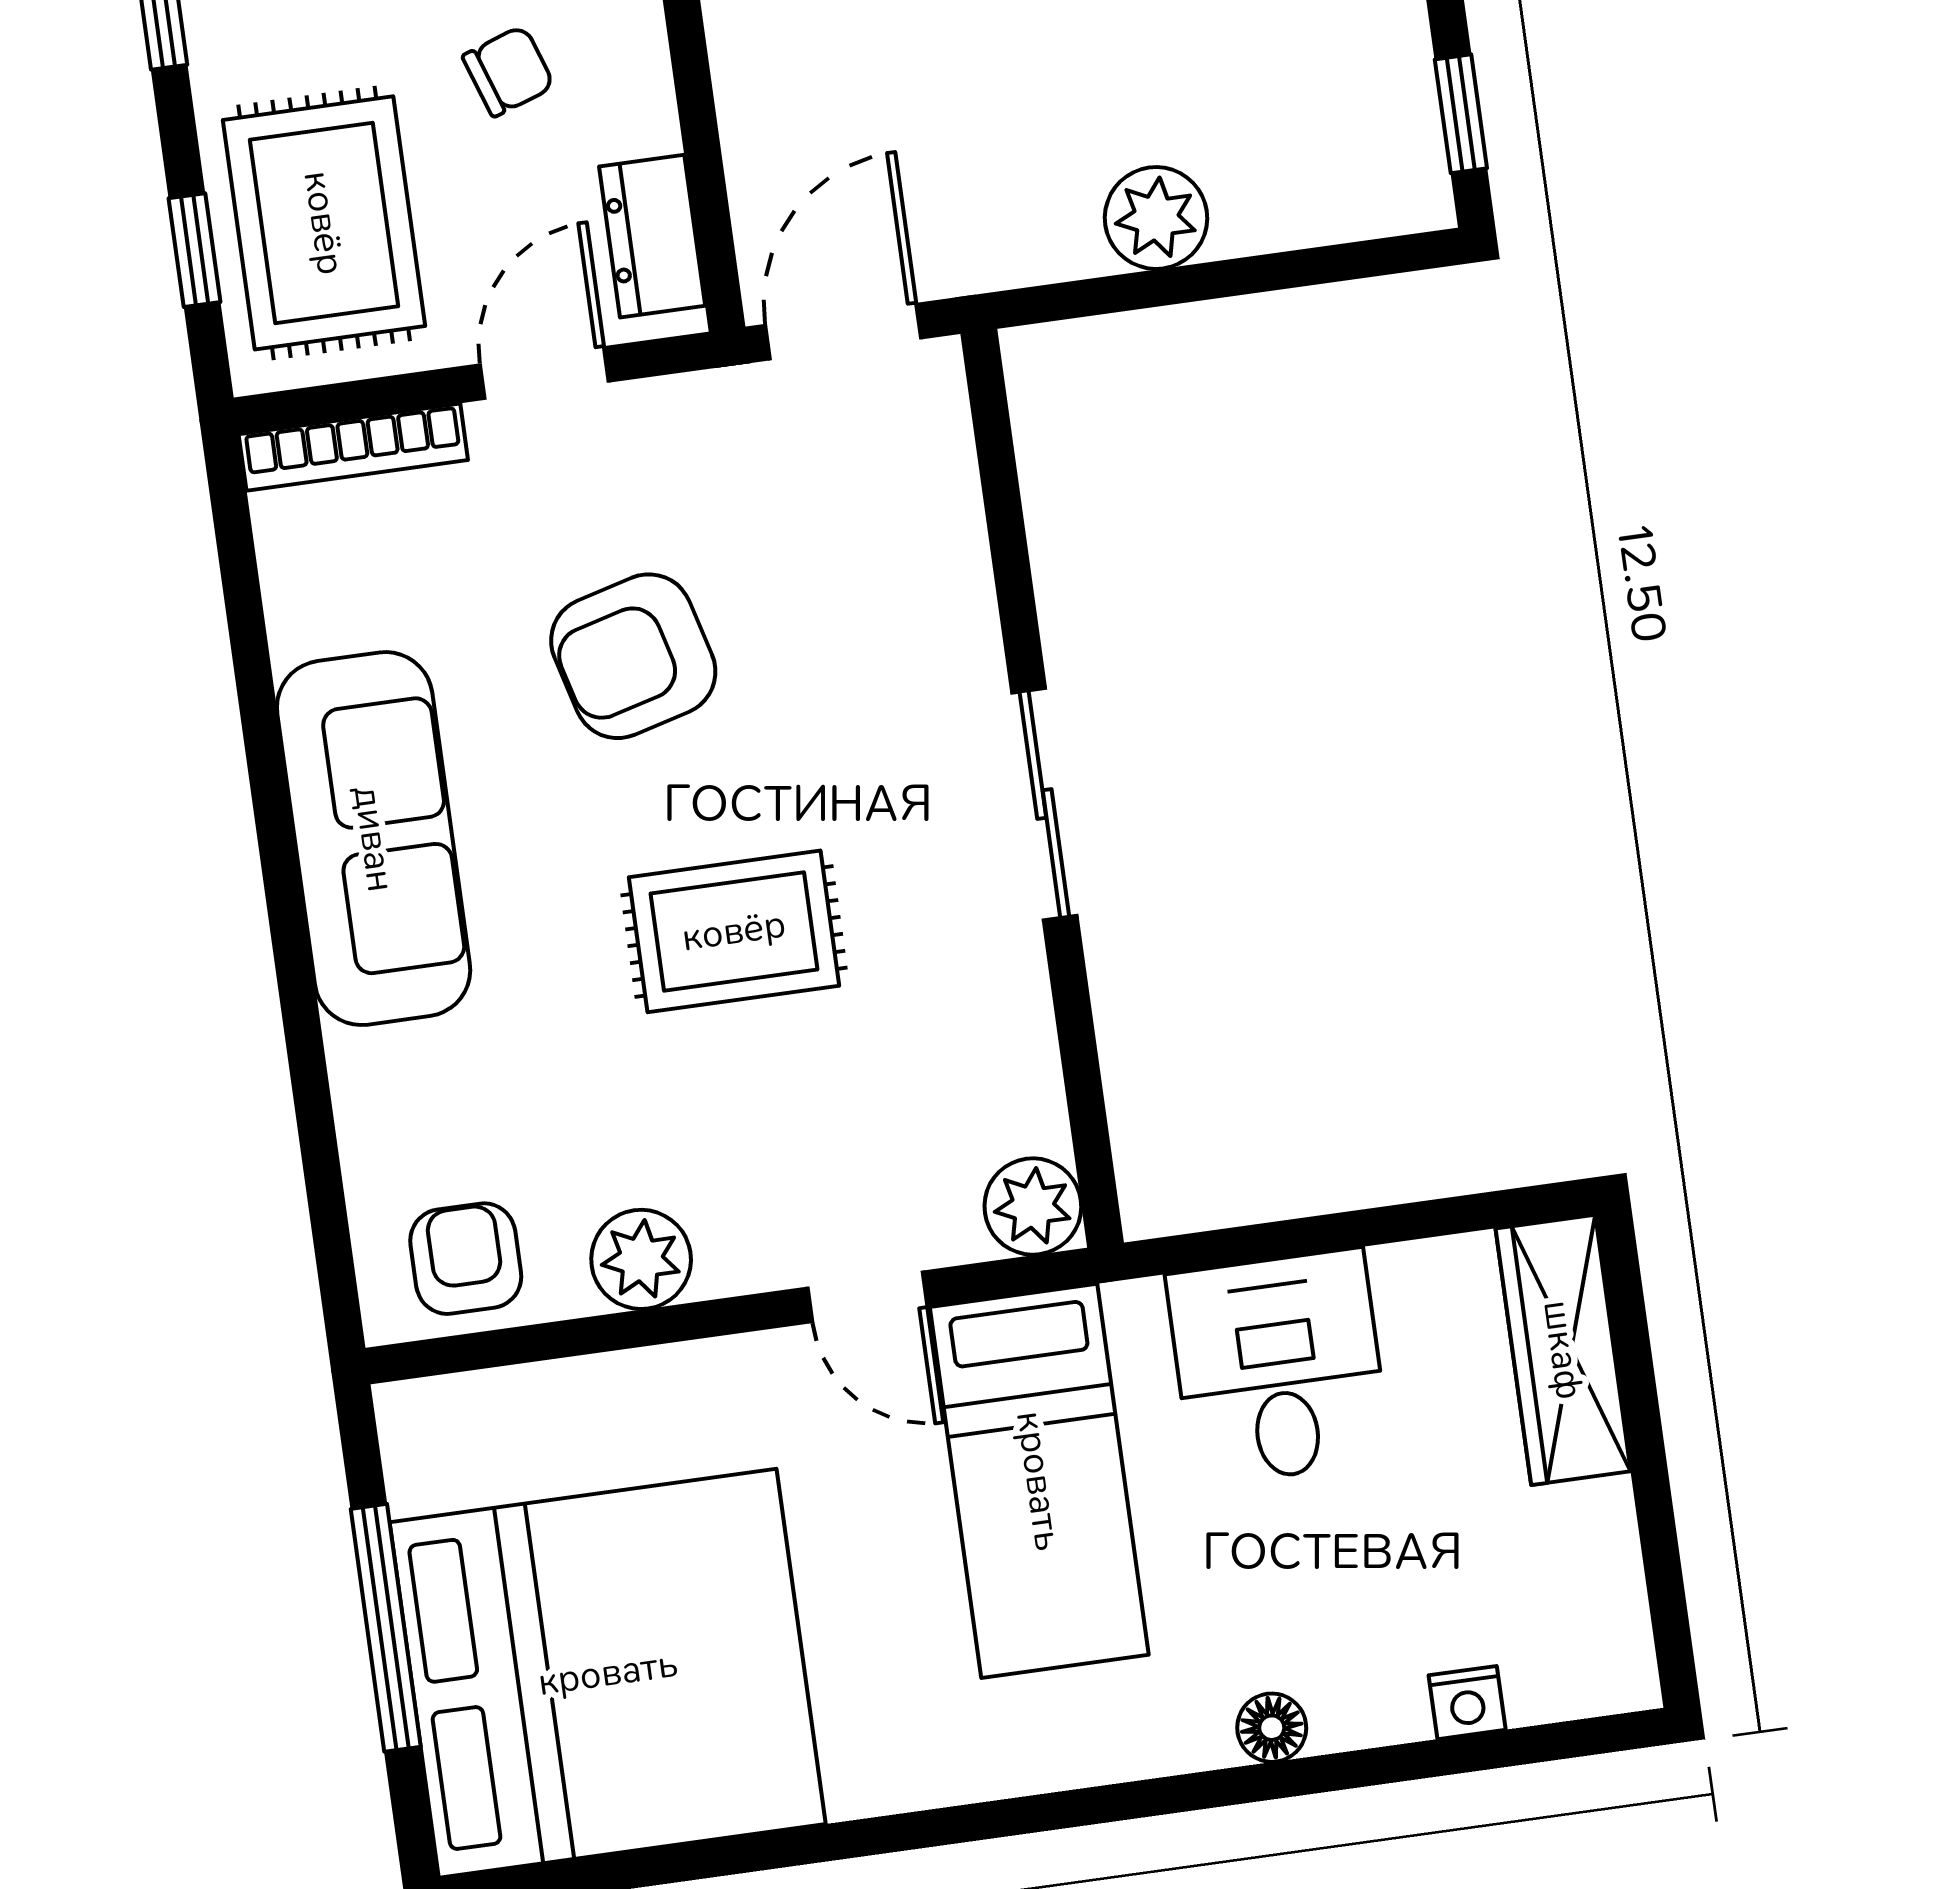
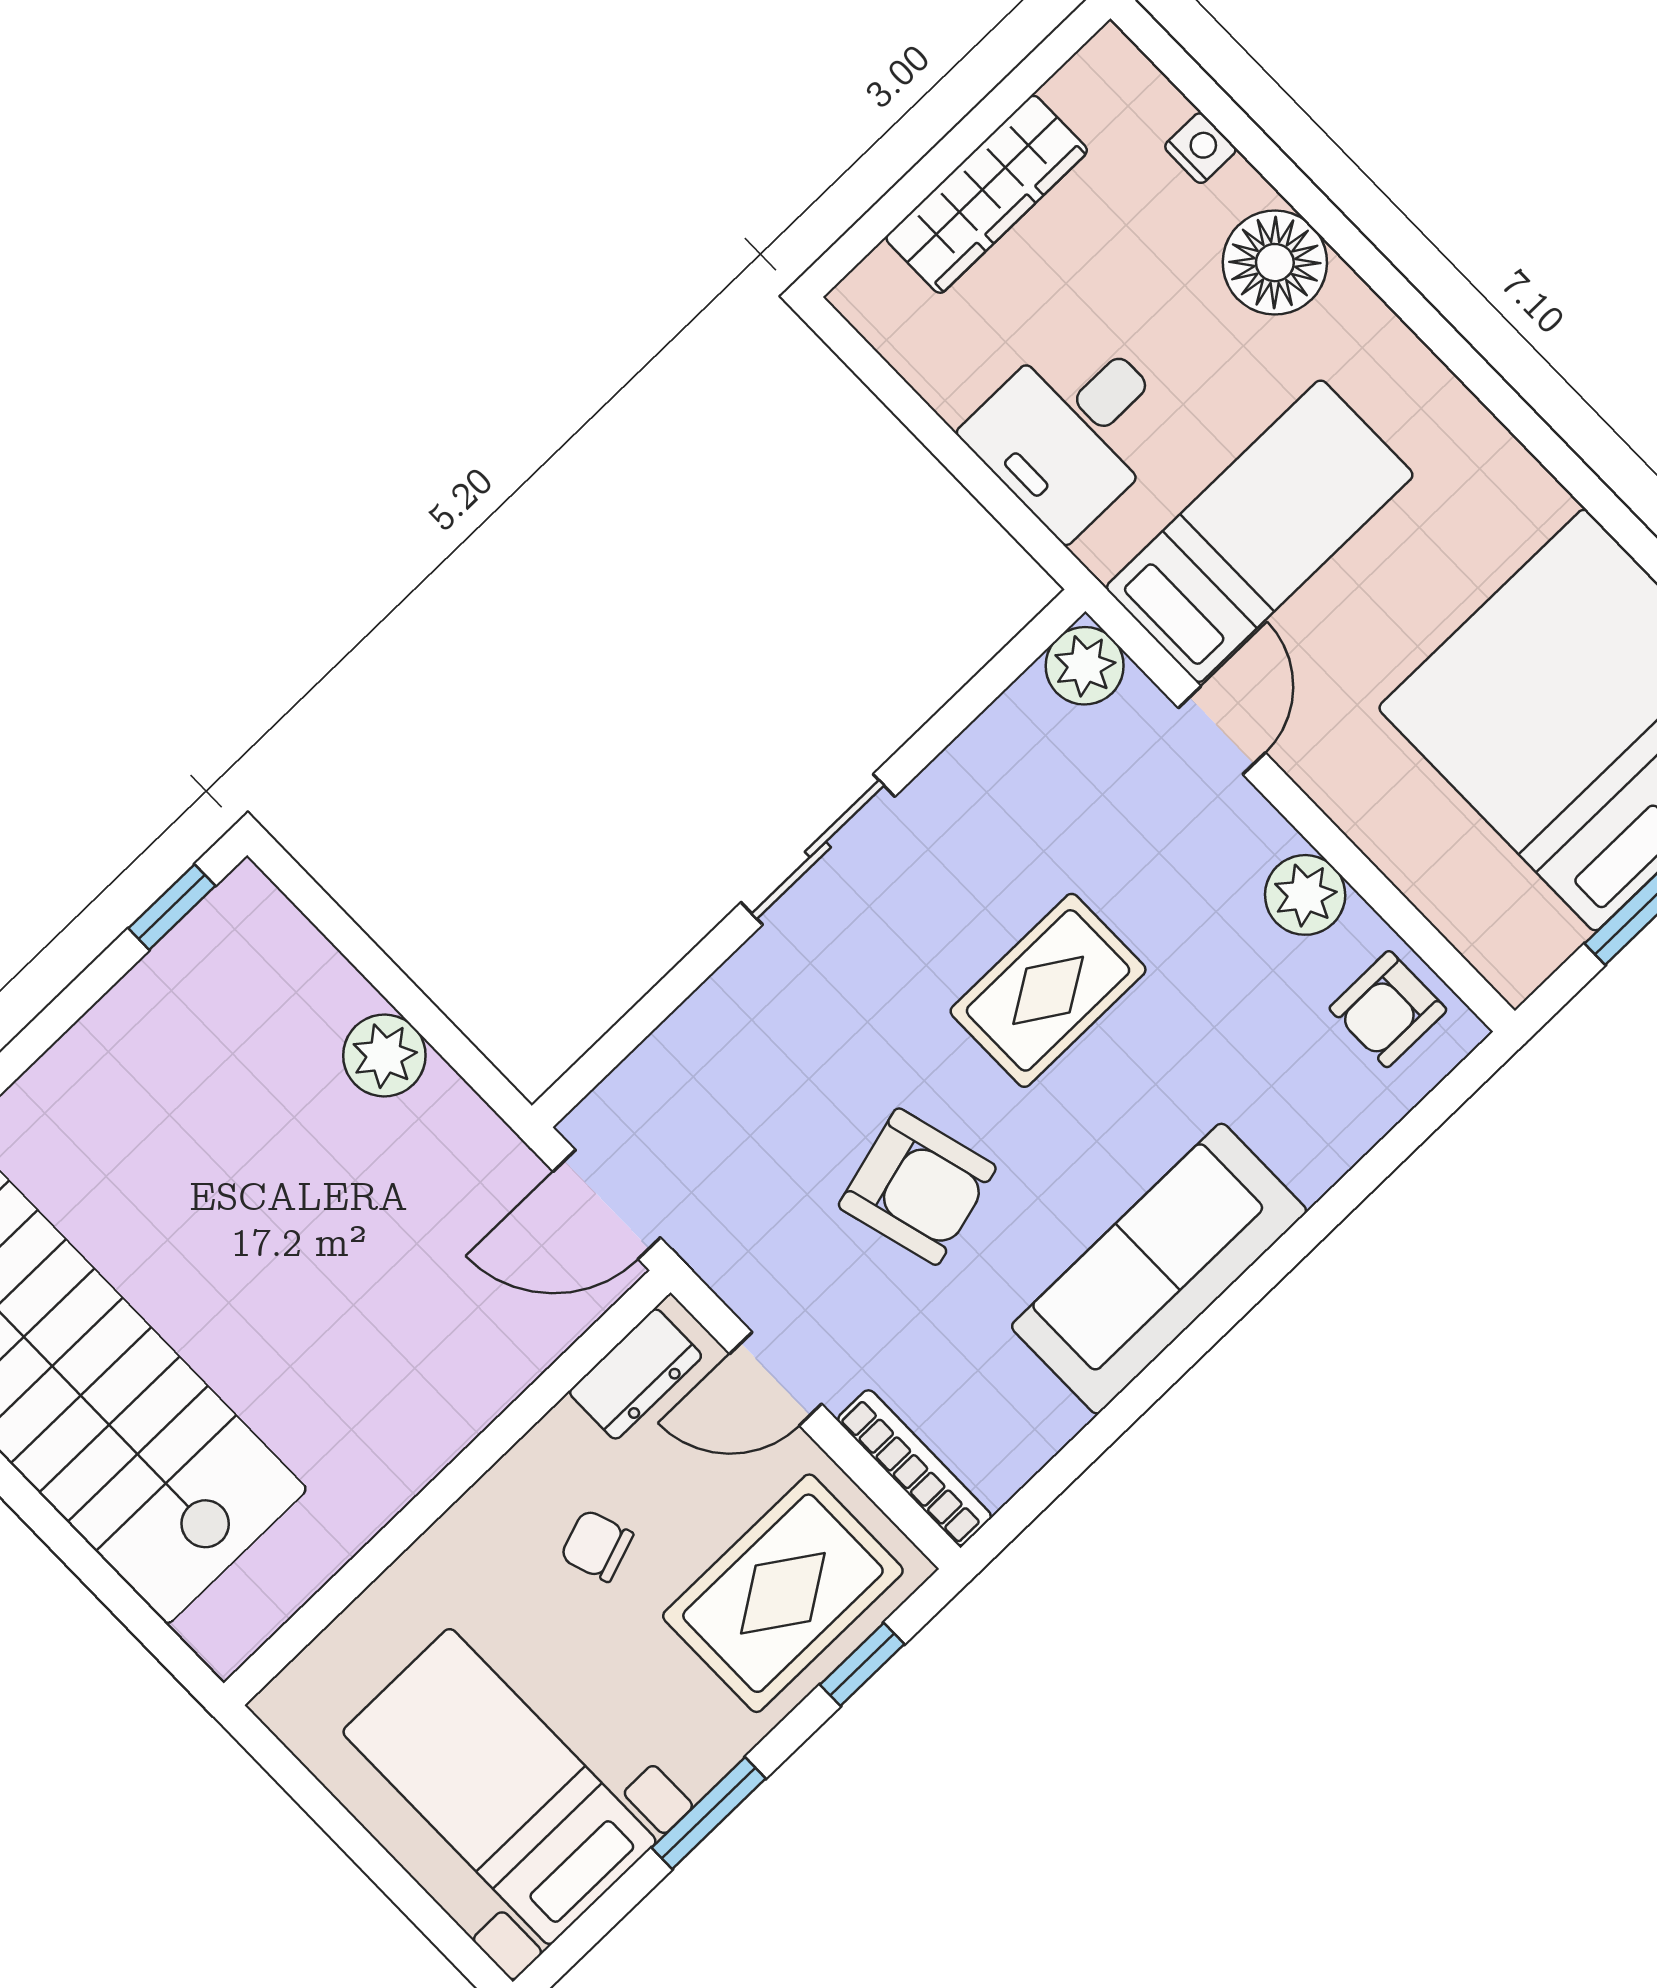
rug: (734, 931) -> (1048, 990), turned 90
wardrobe: (1563, 1350) -> (987, 194), moved
floor lamp: (1272, 1728) -> (1275, 263), width x1.89, depth x1.89

